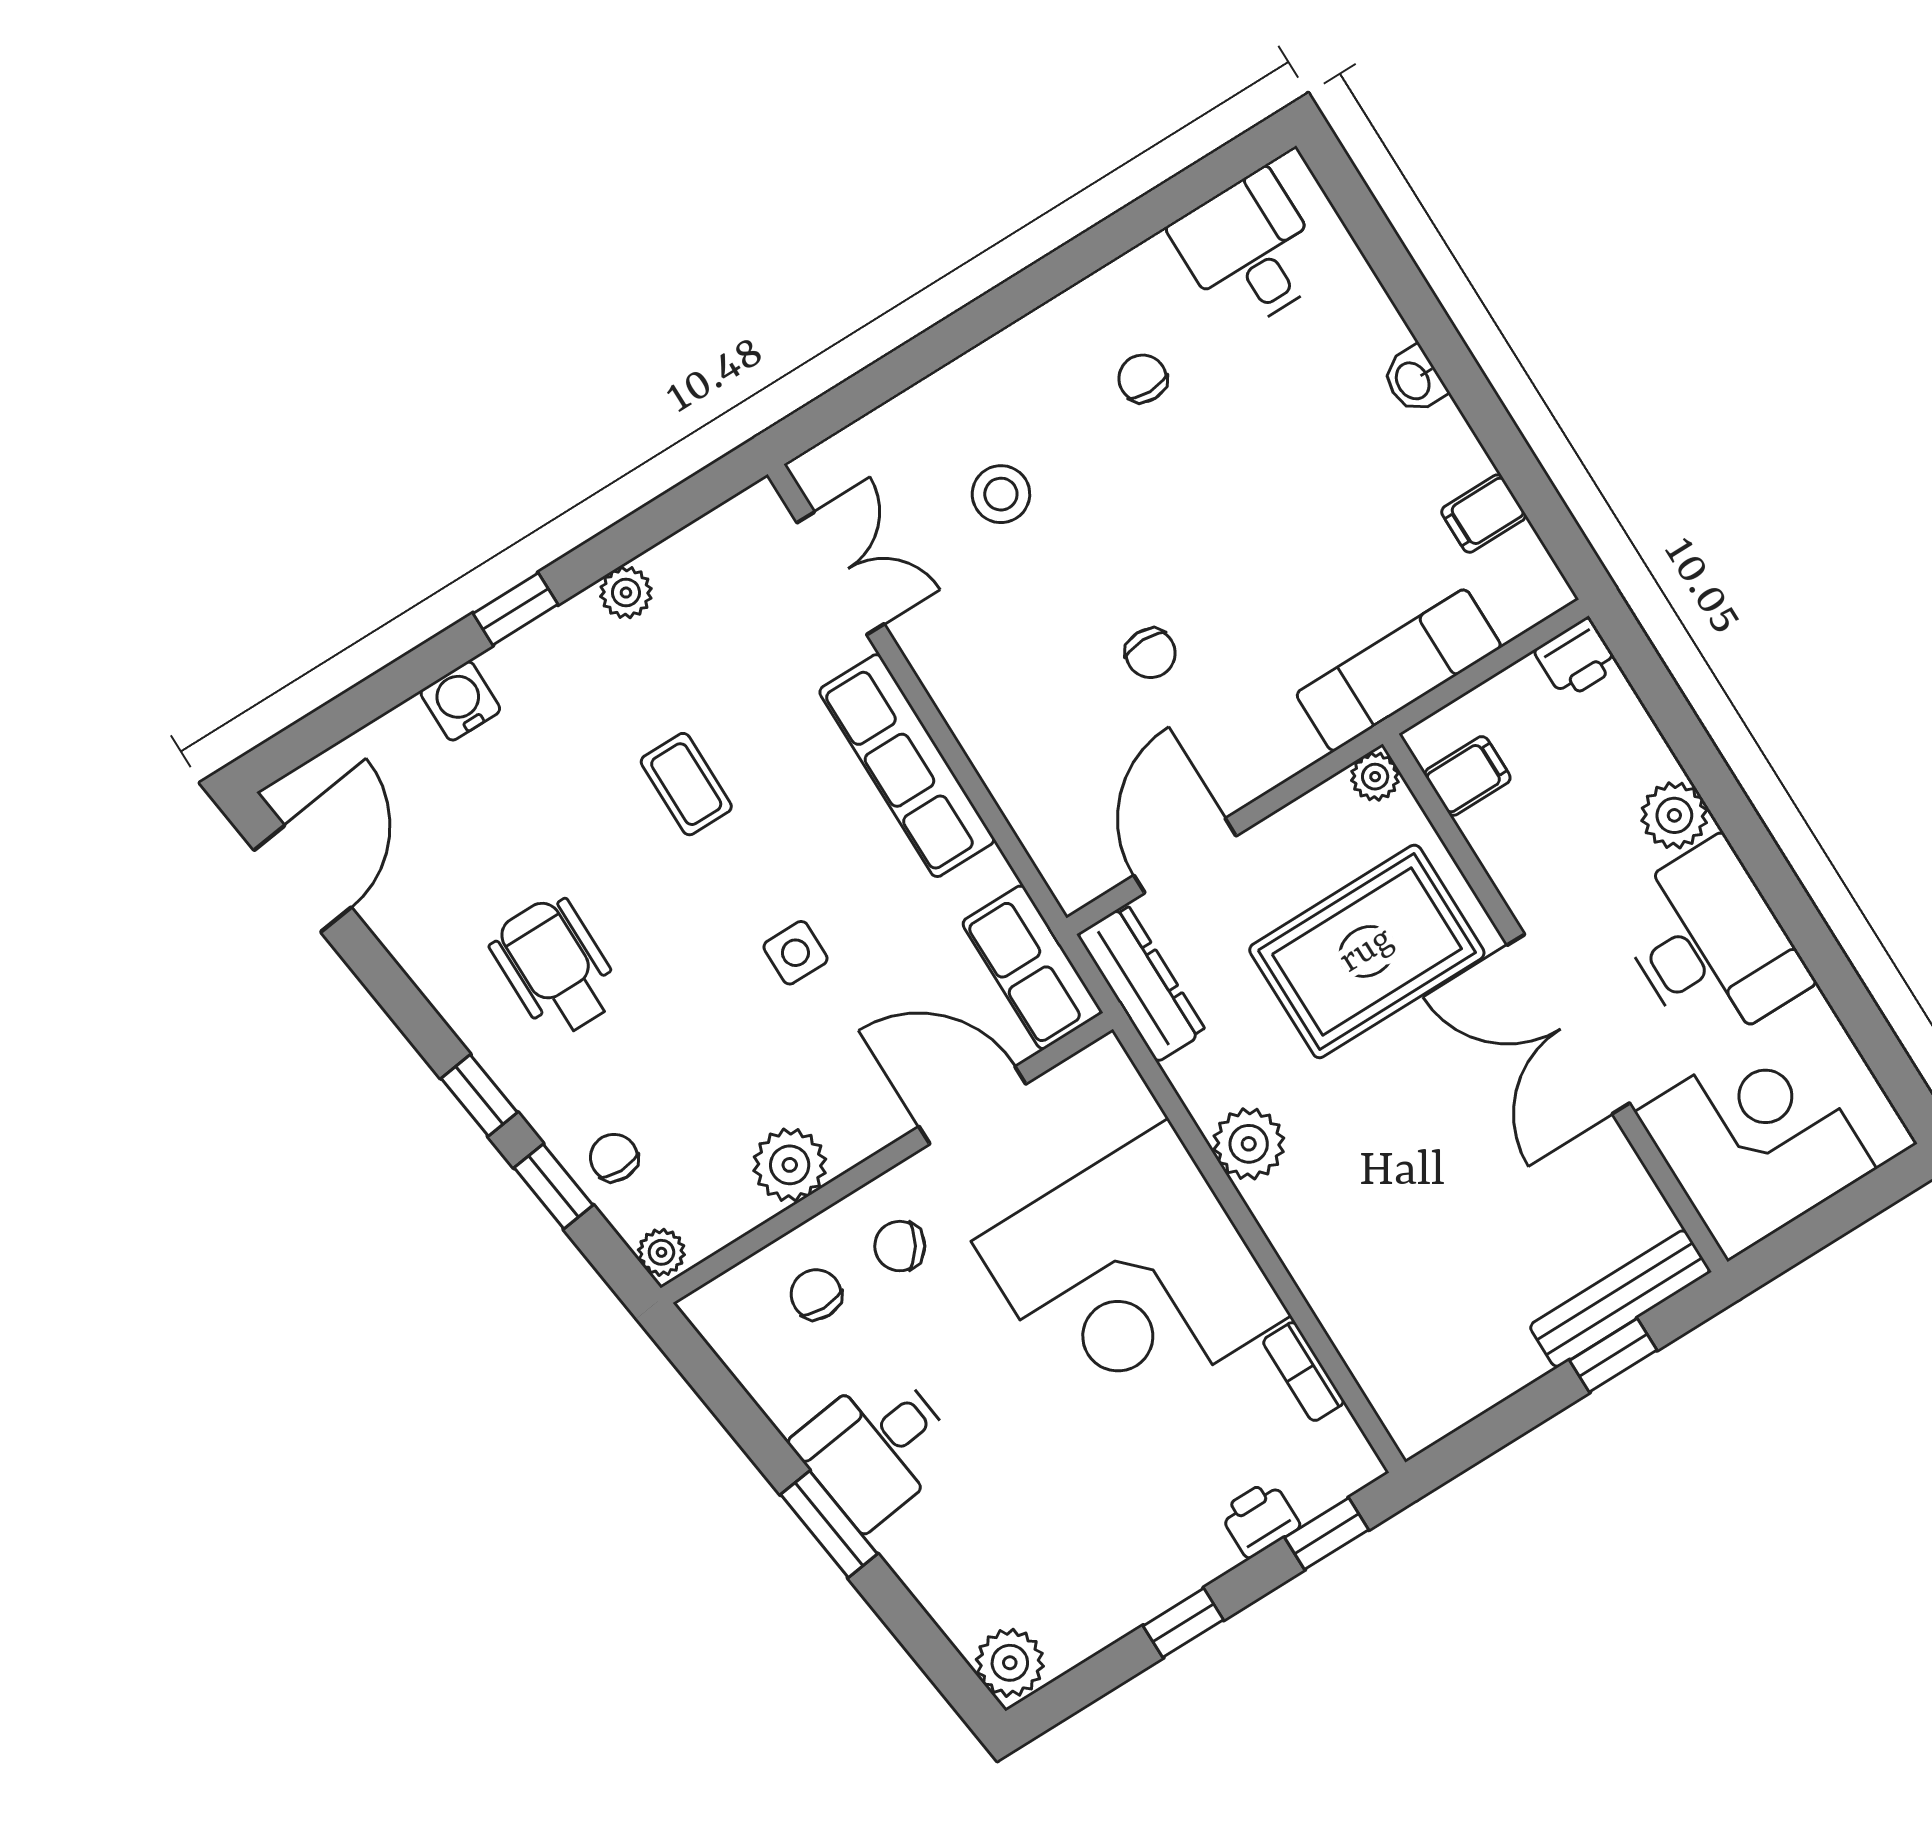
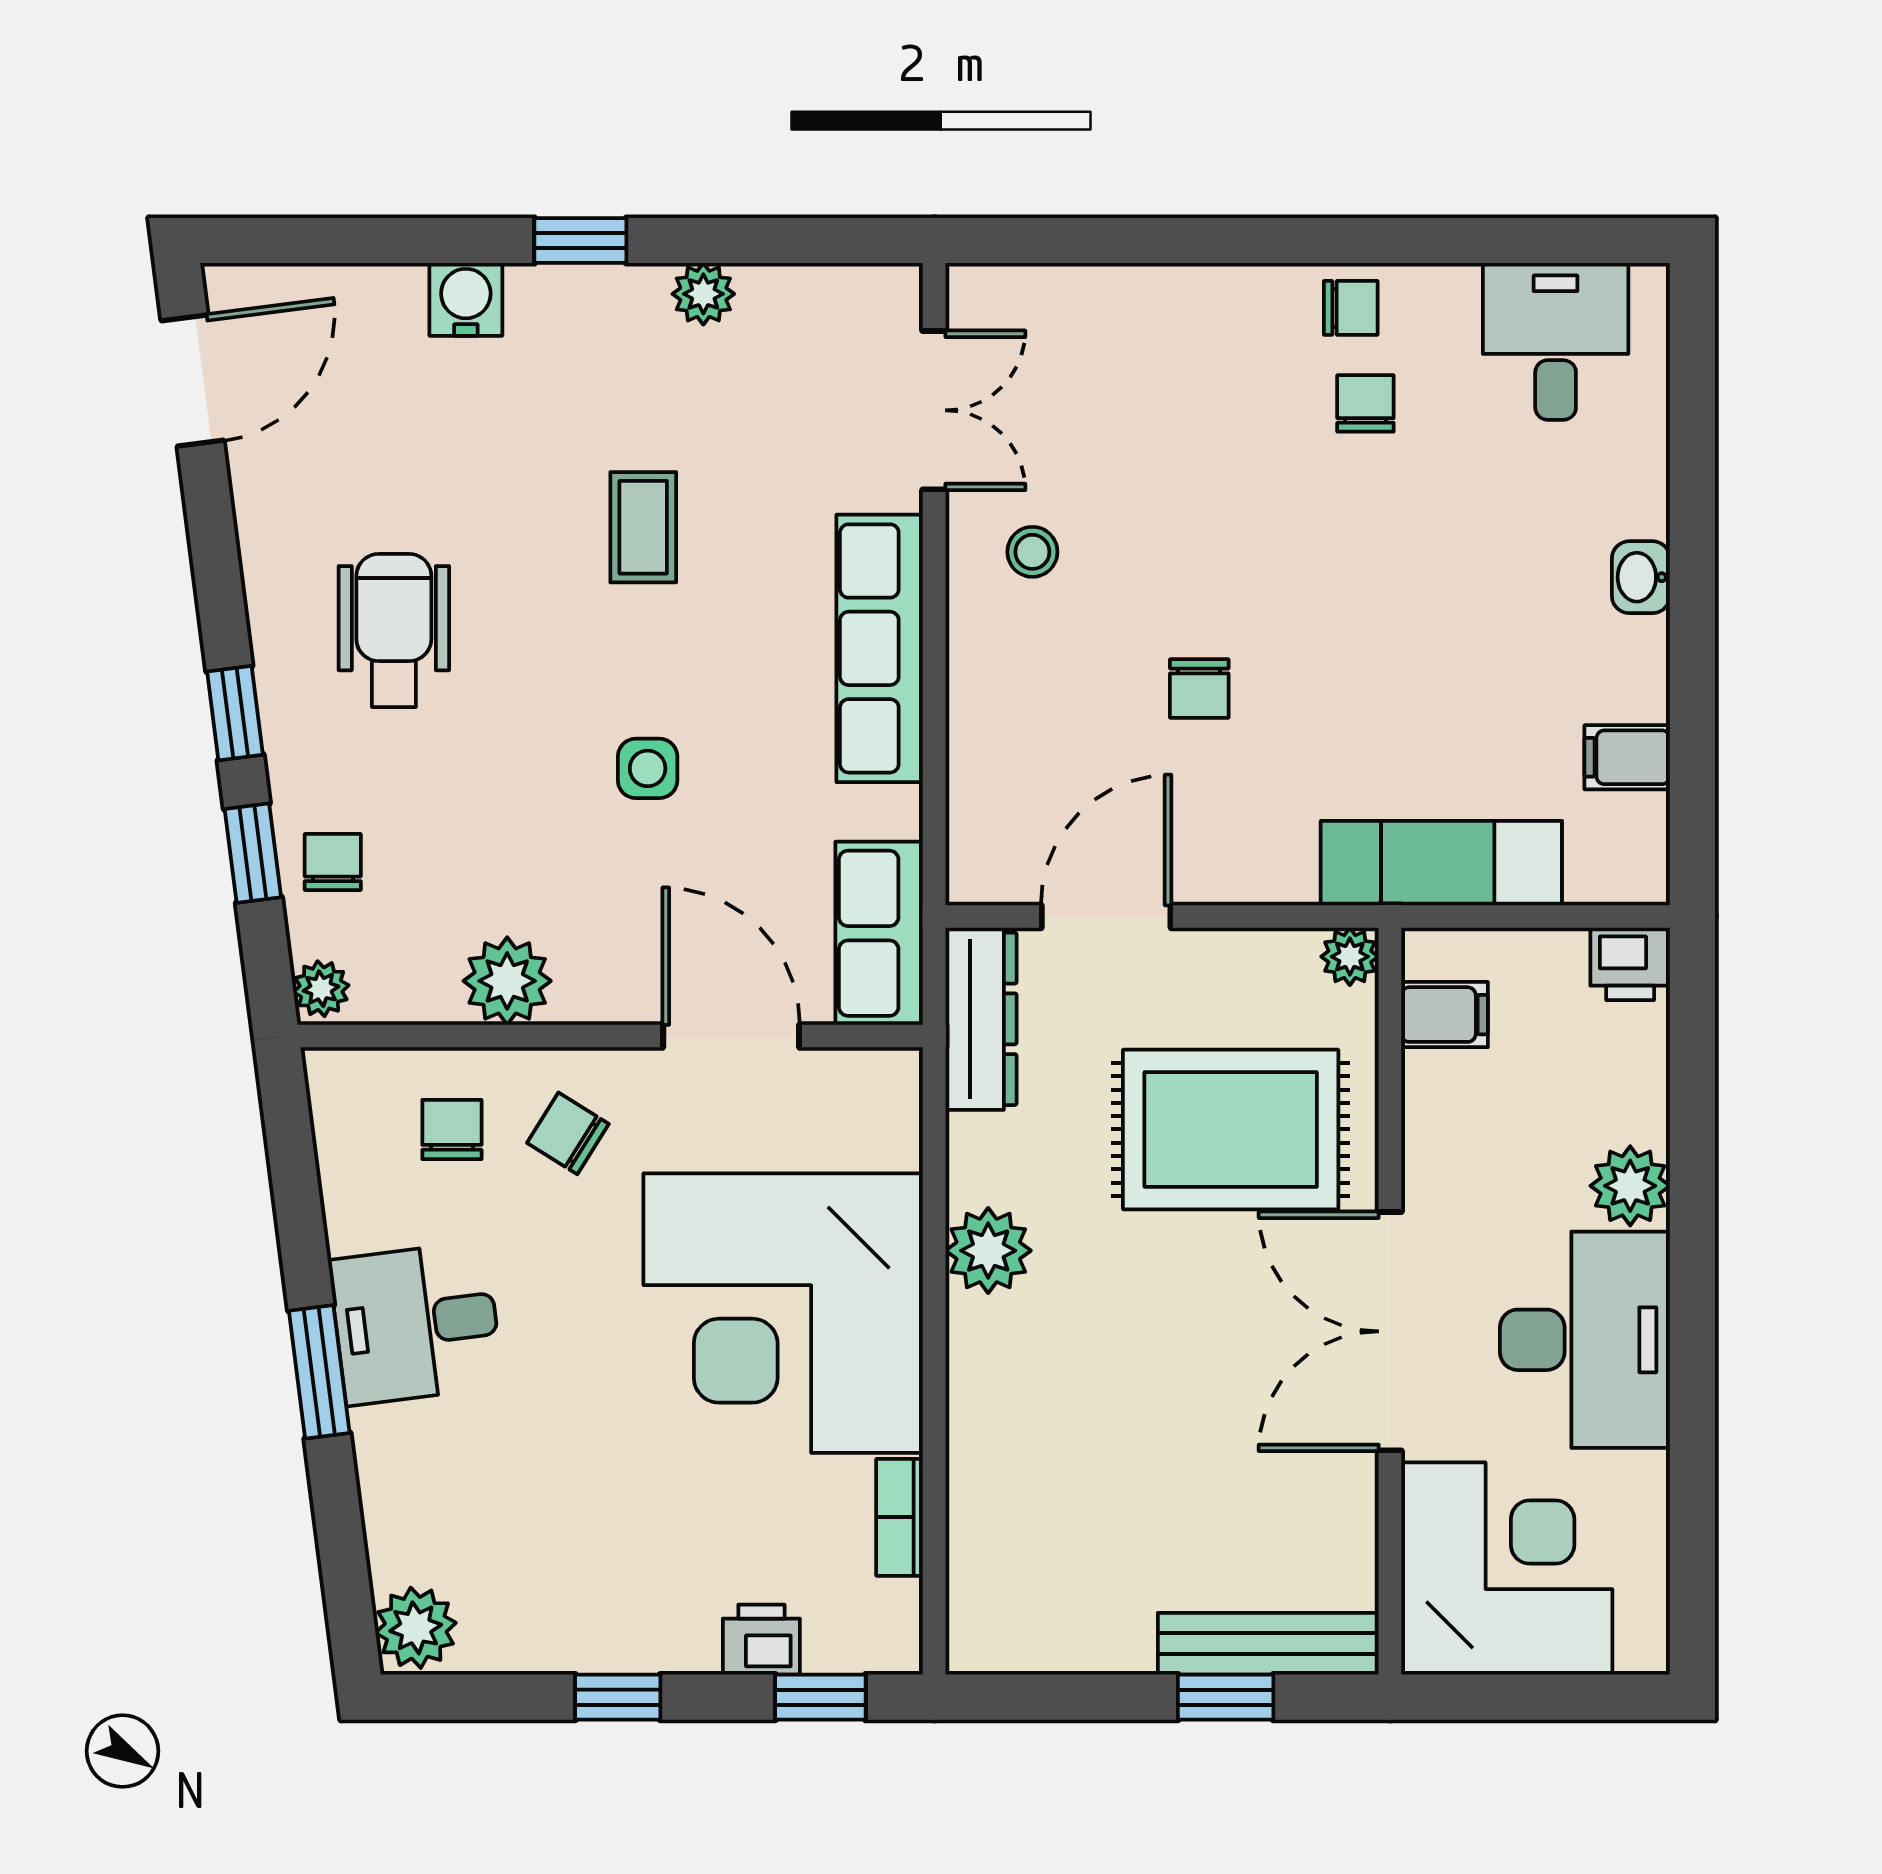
chair: (1090, 317) -> (1351, 308), added
stool: (1001, 494) -> (1032, 552), moved, width x0.73, depth x0.73

